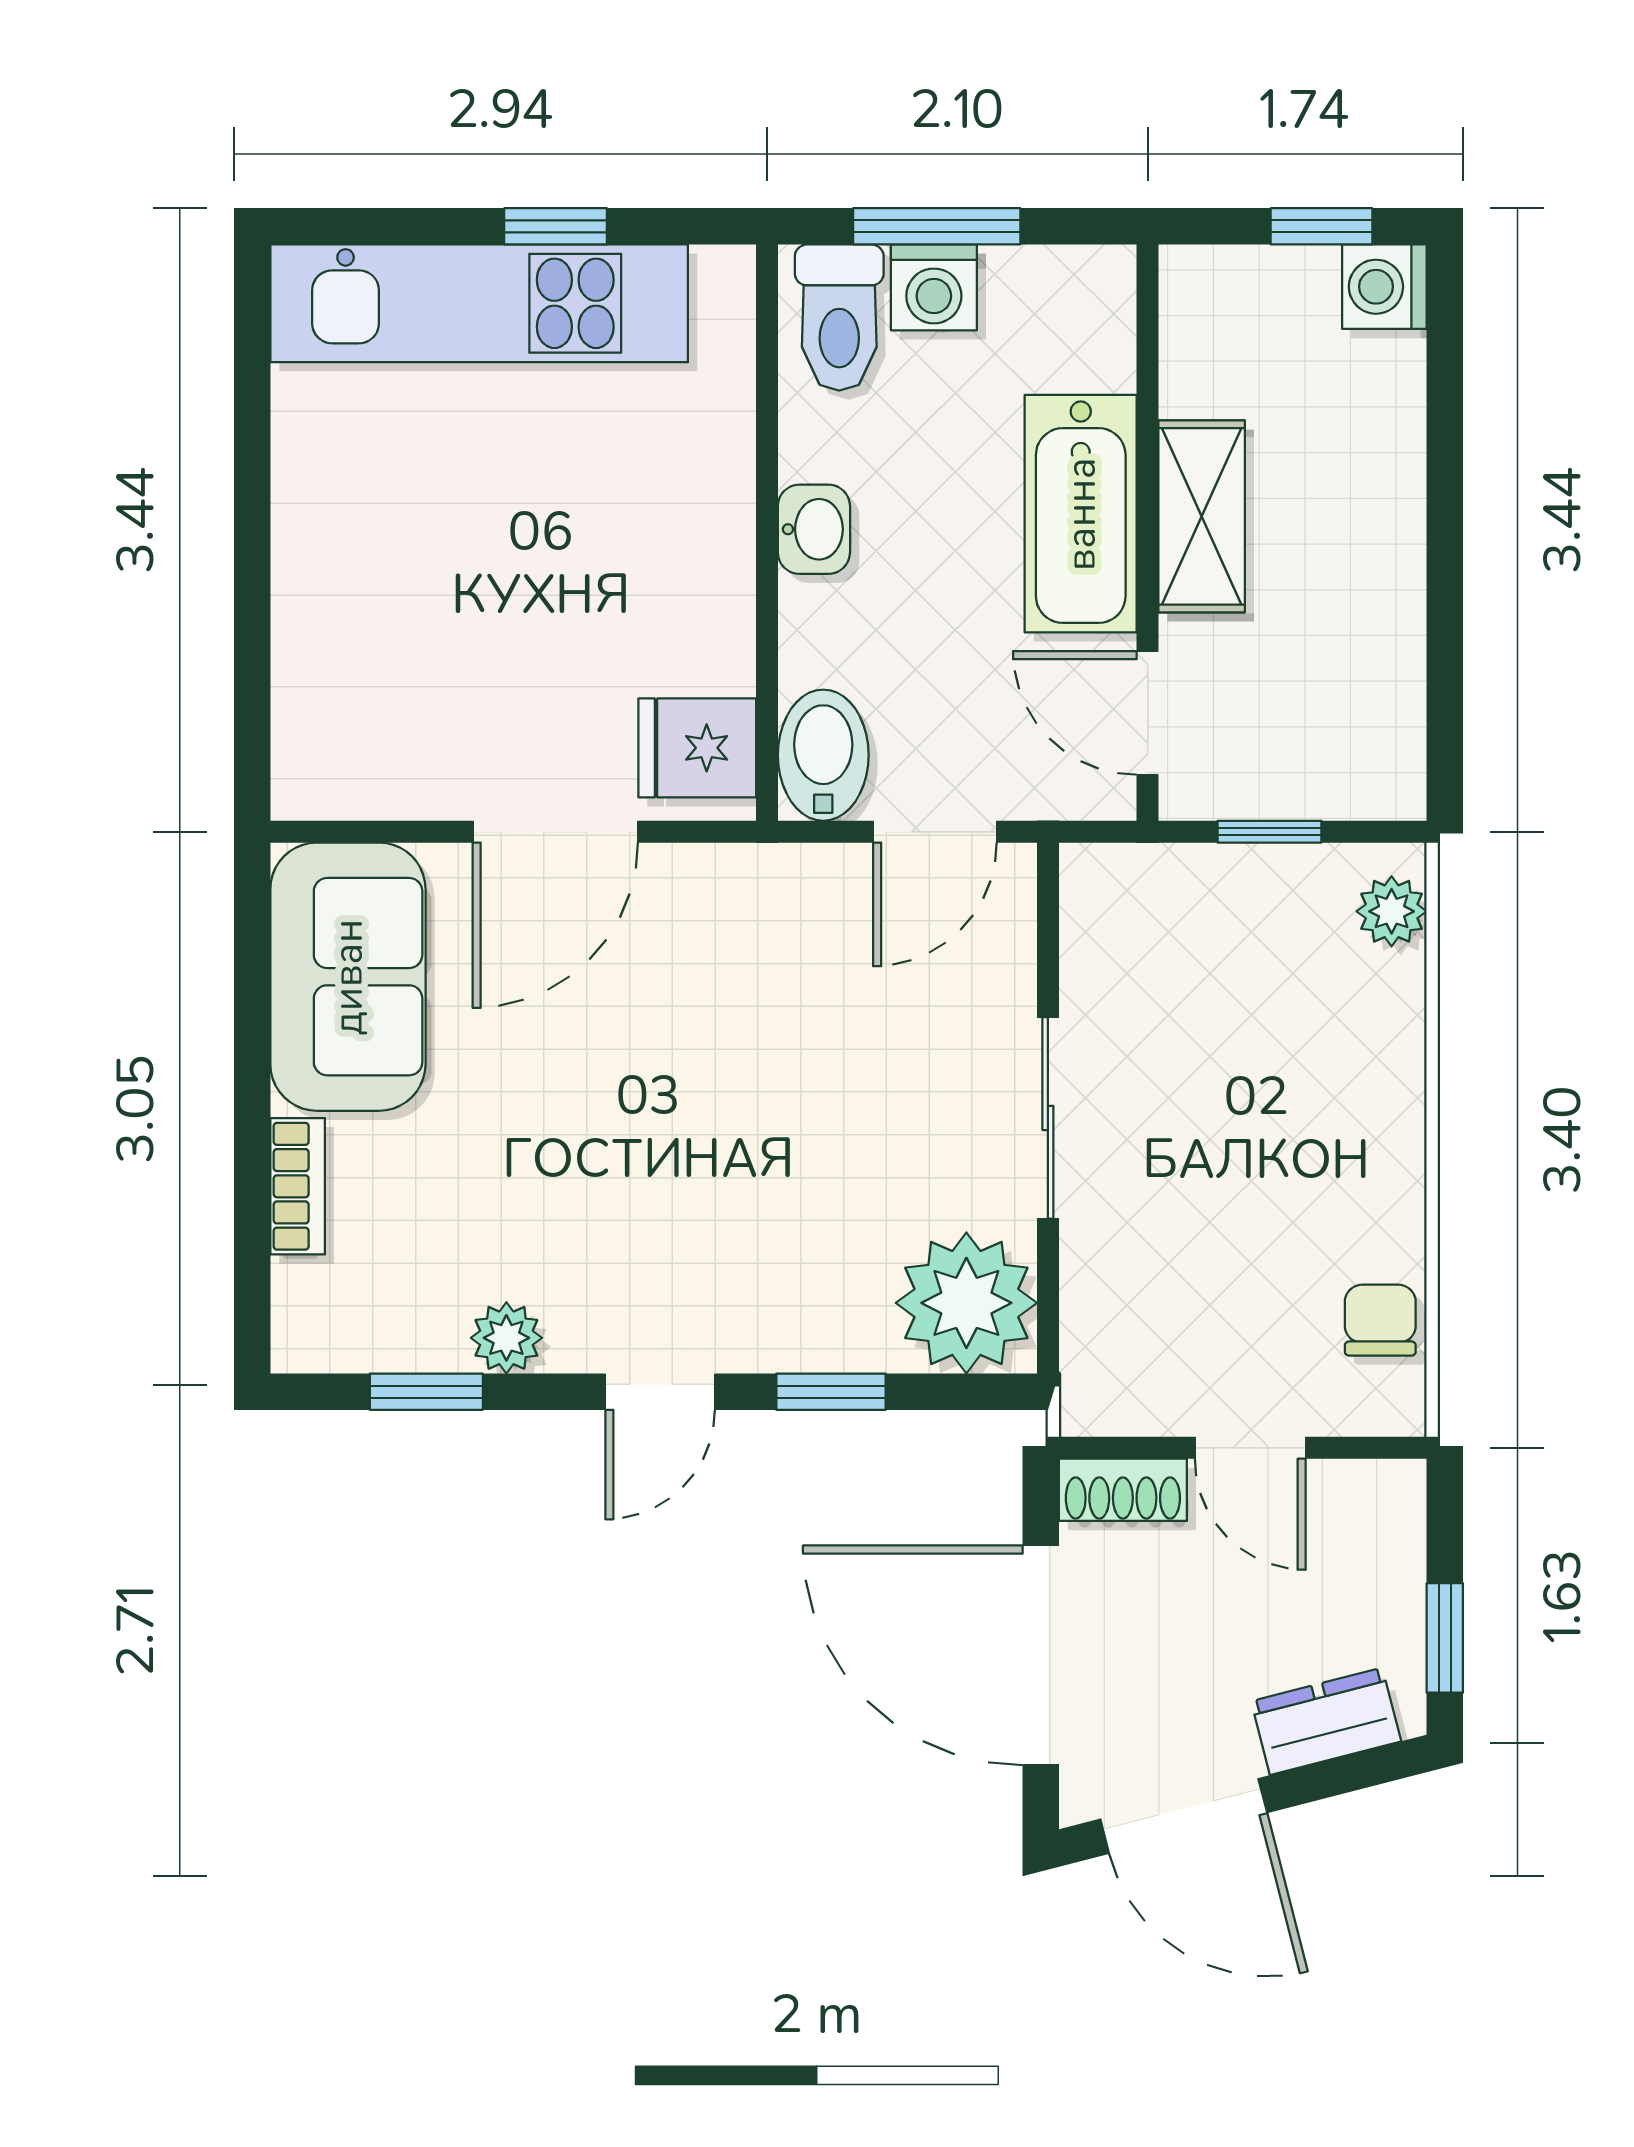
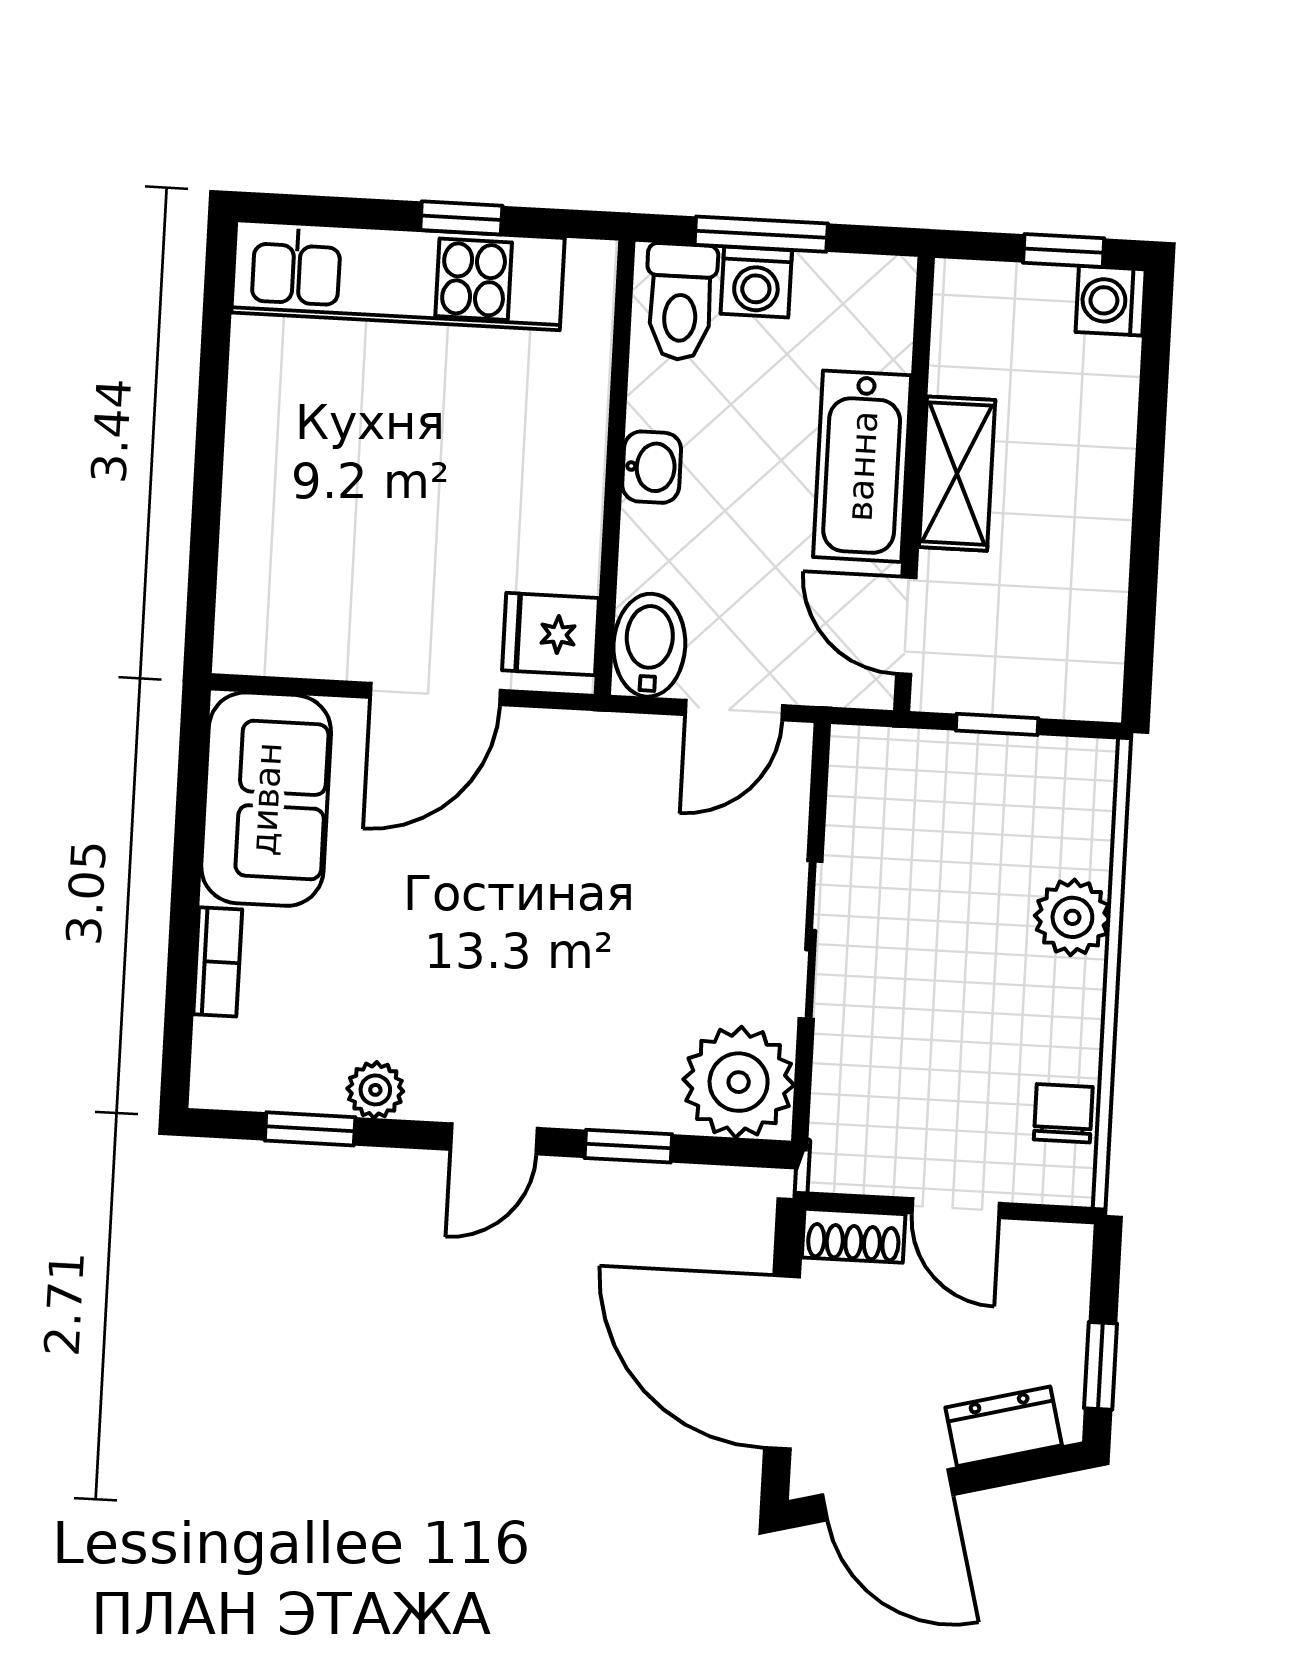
plant: (1392, 911) -> (1072, 917), moved, width x1.38, depth x1.38

